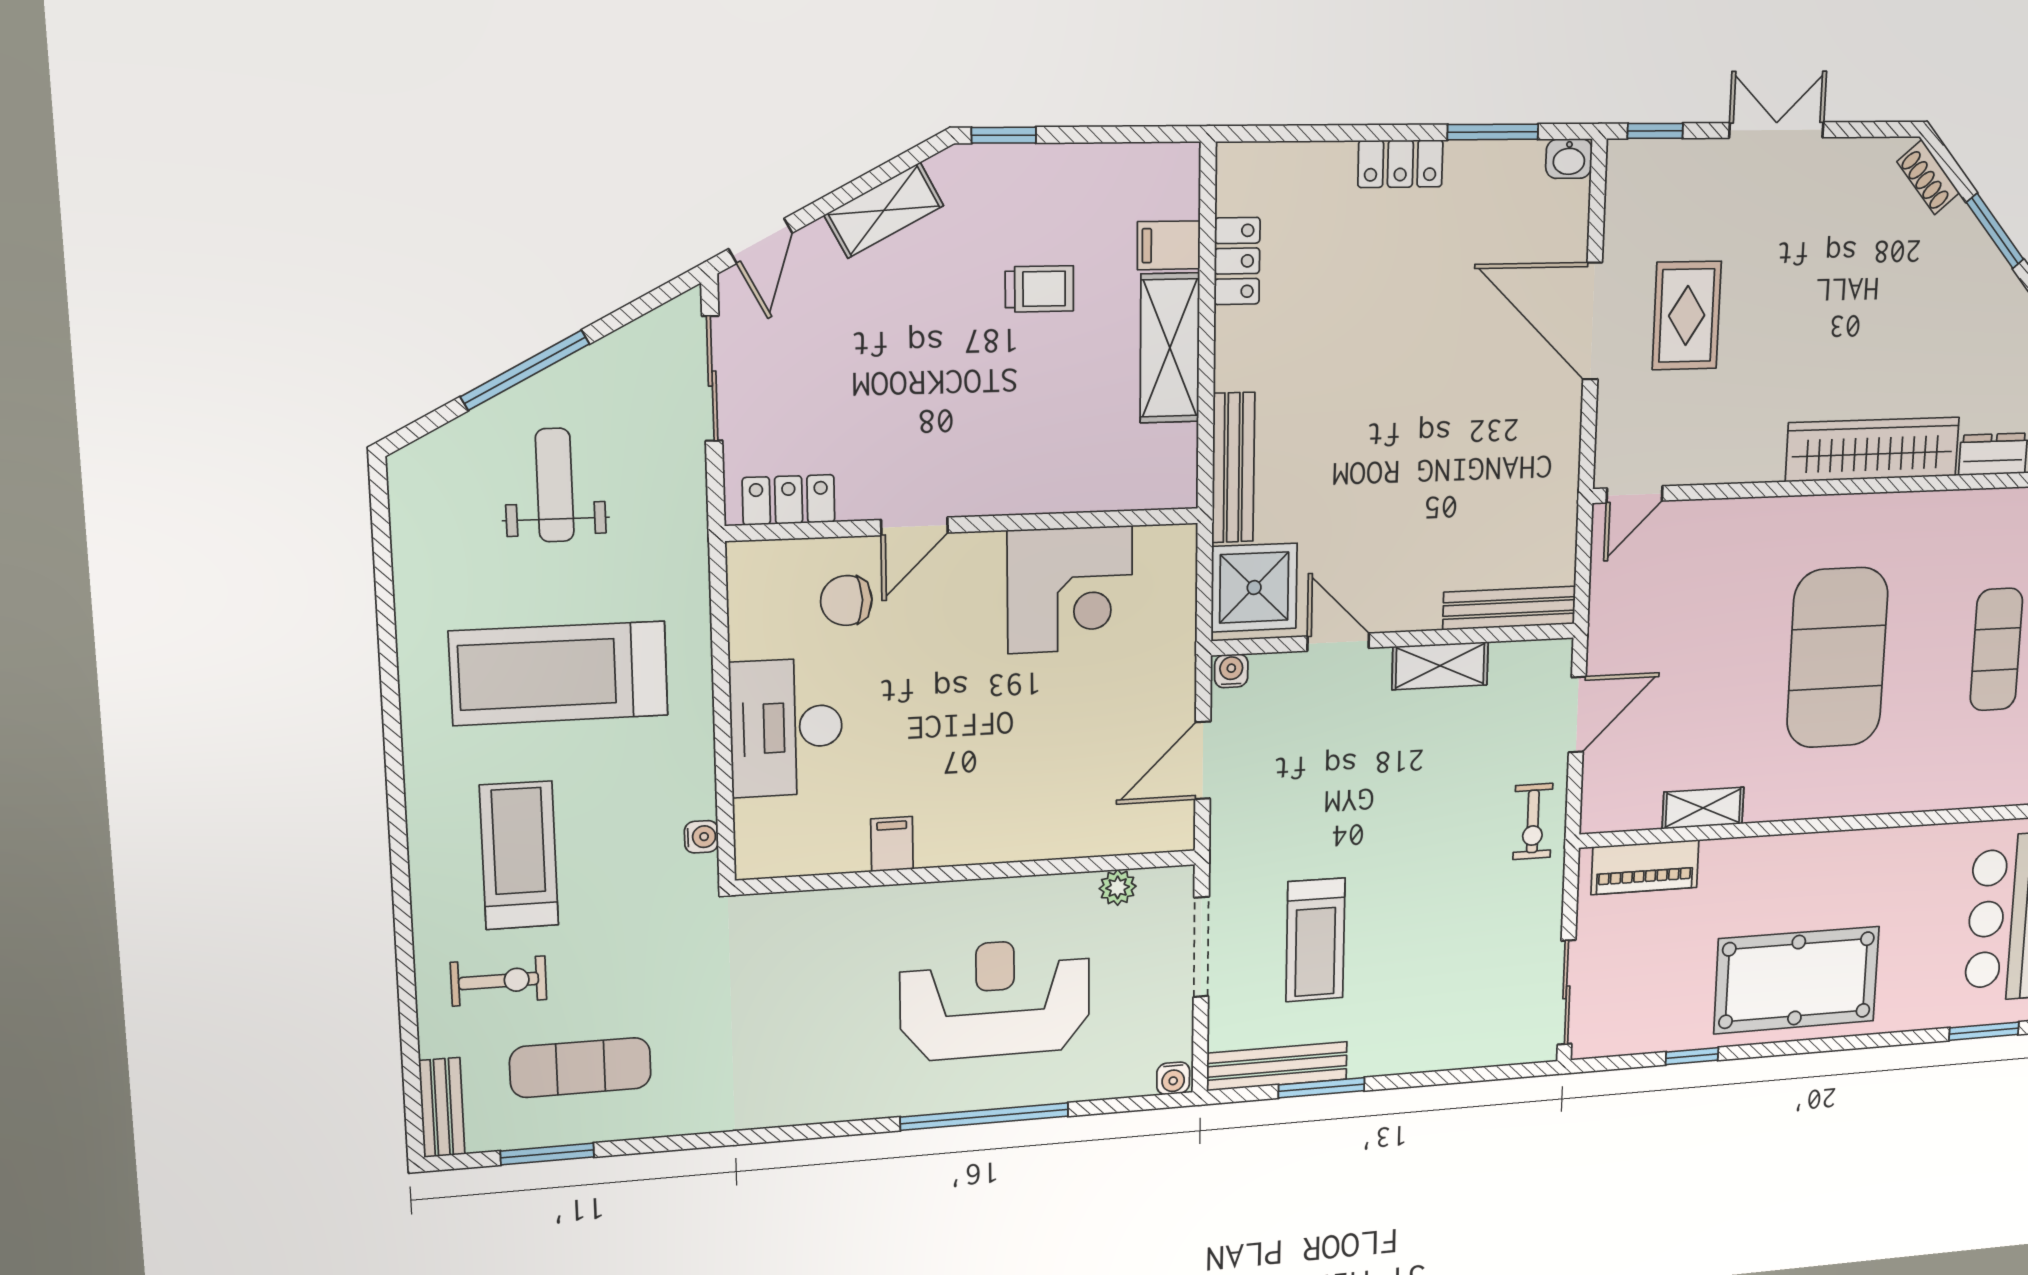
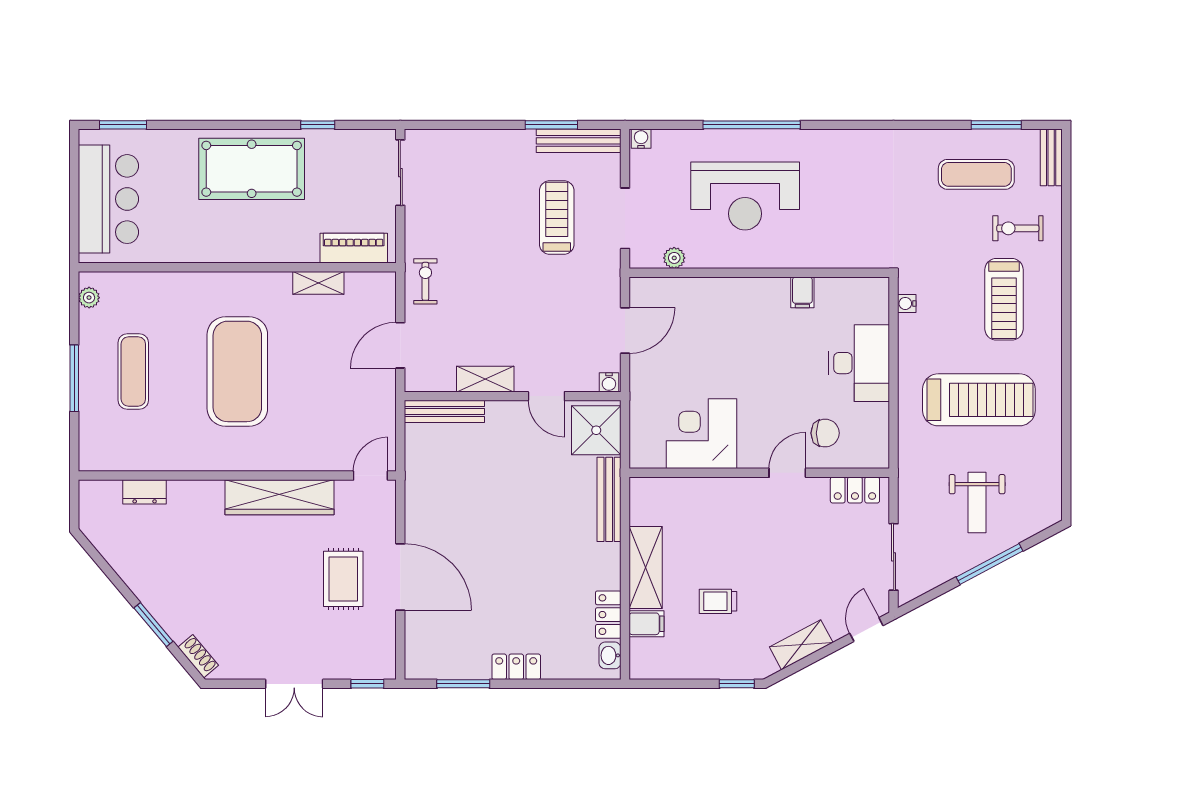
washbasin: (1569, 159) -> (610, 655), moved, turned -90
wardrobe: (1873, 449) -> (280, 497), moved

